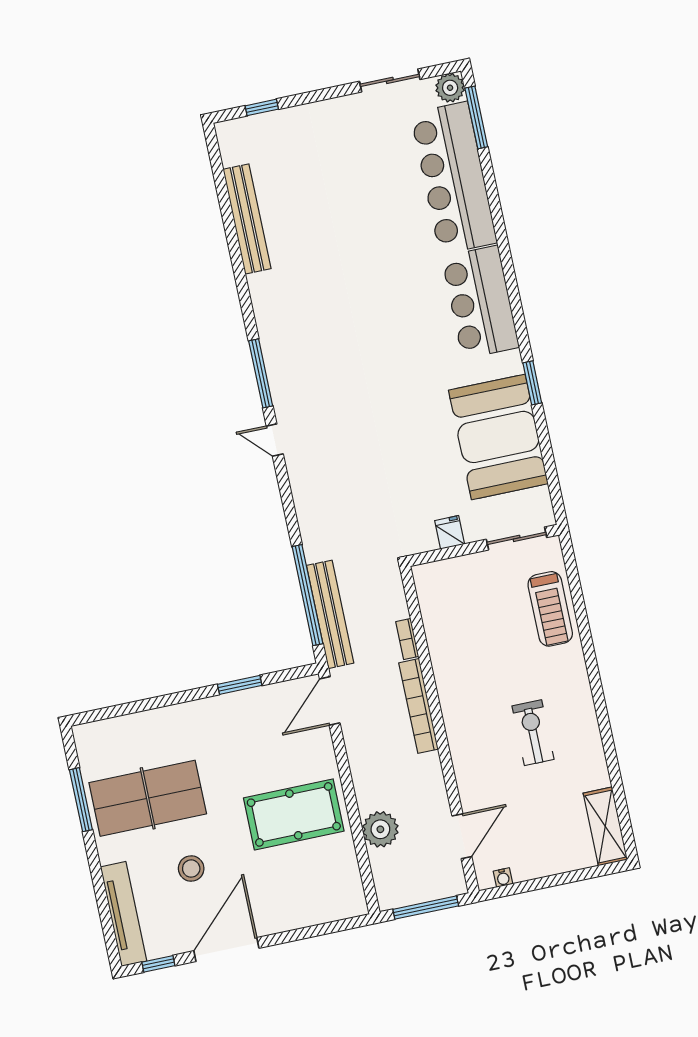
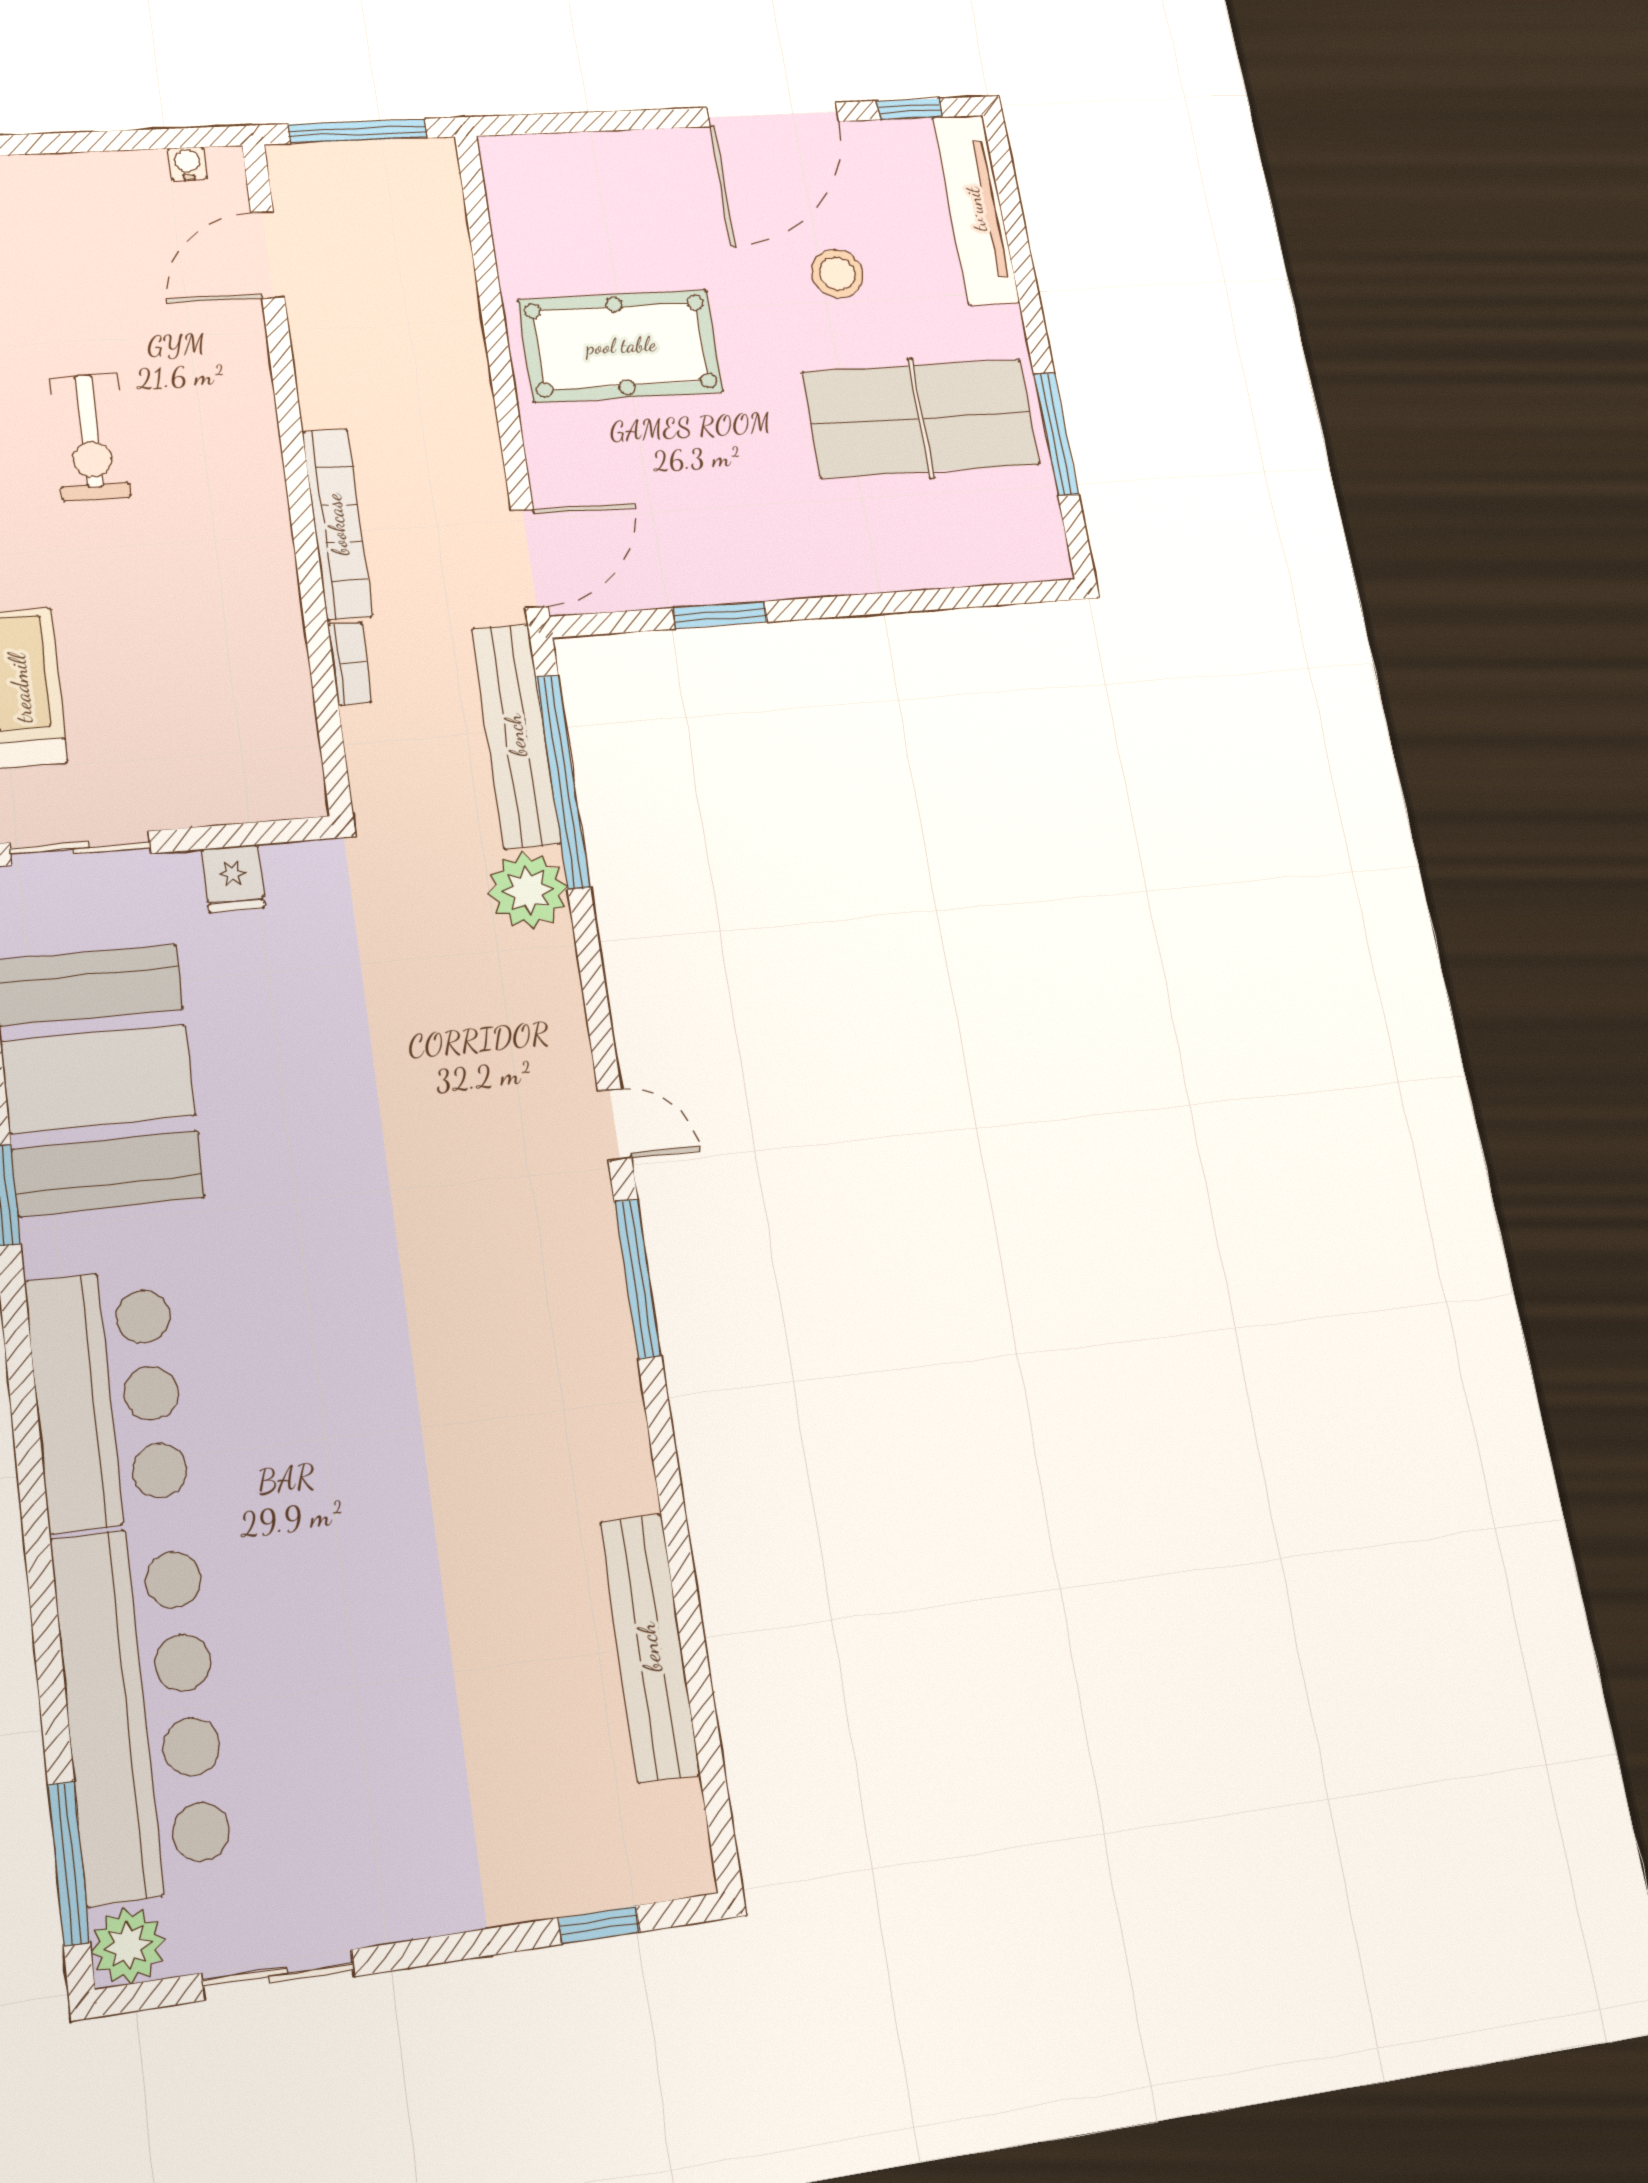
plant: (380, 829) -> (528, 890), moved

